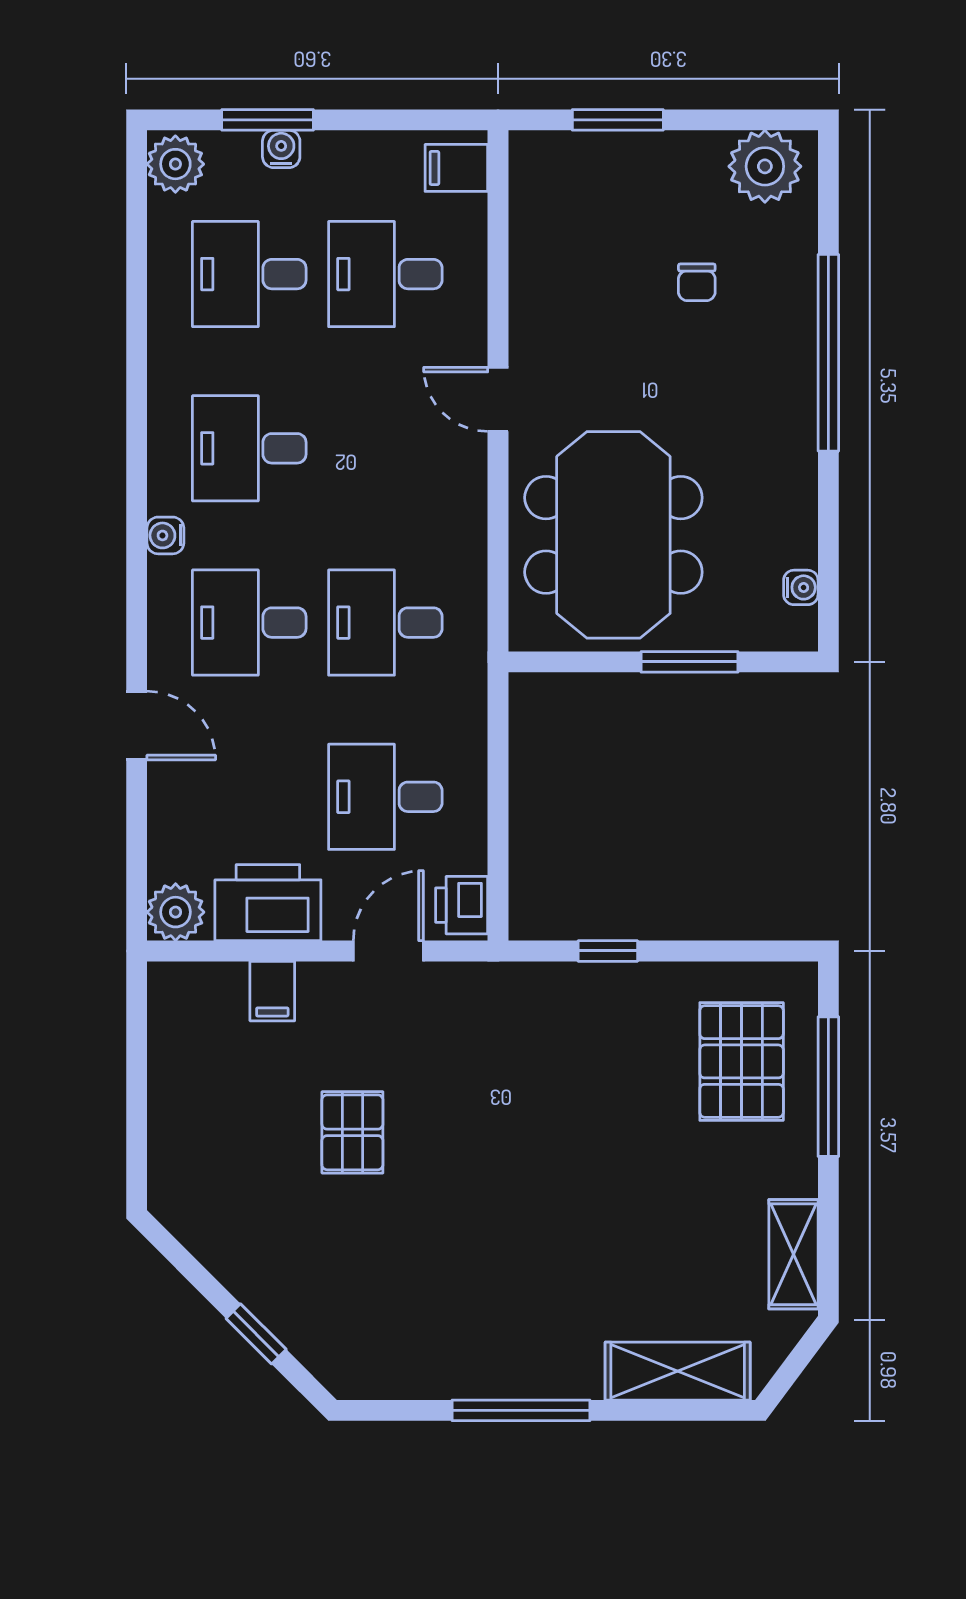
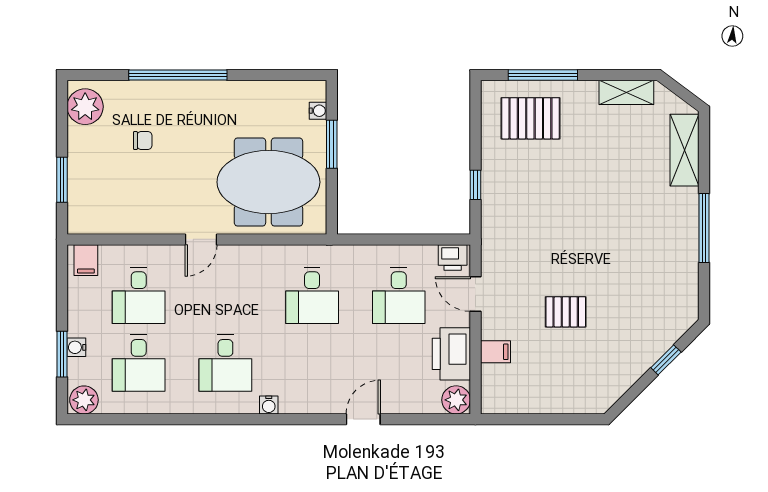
water cooler: (801, 587) -> (318, 111), moved, turned 90
desk: (249, 623) -> (312, 363), removed

